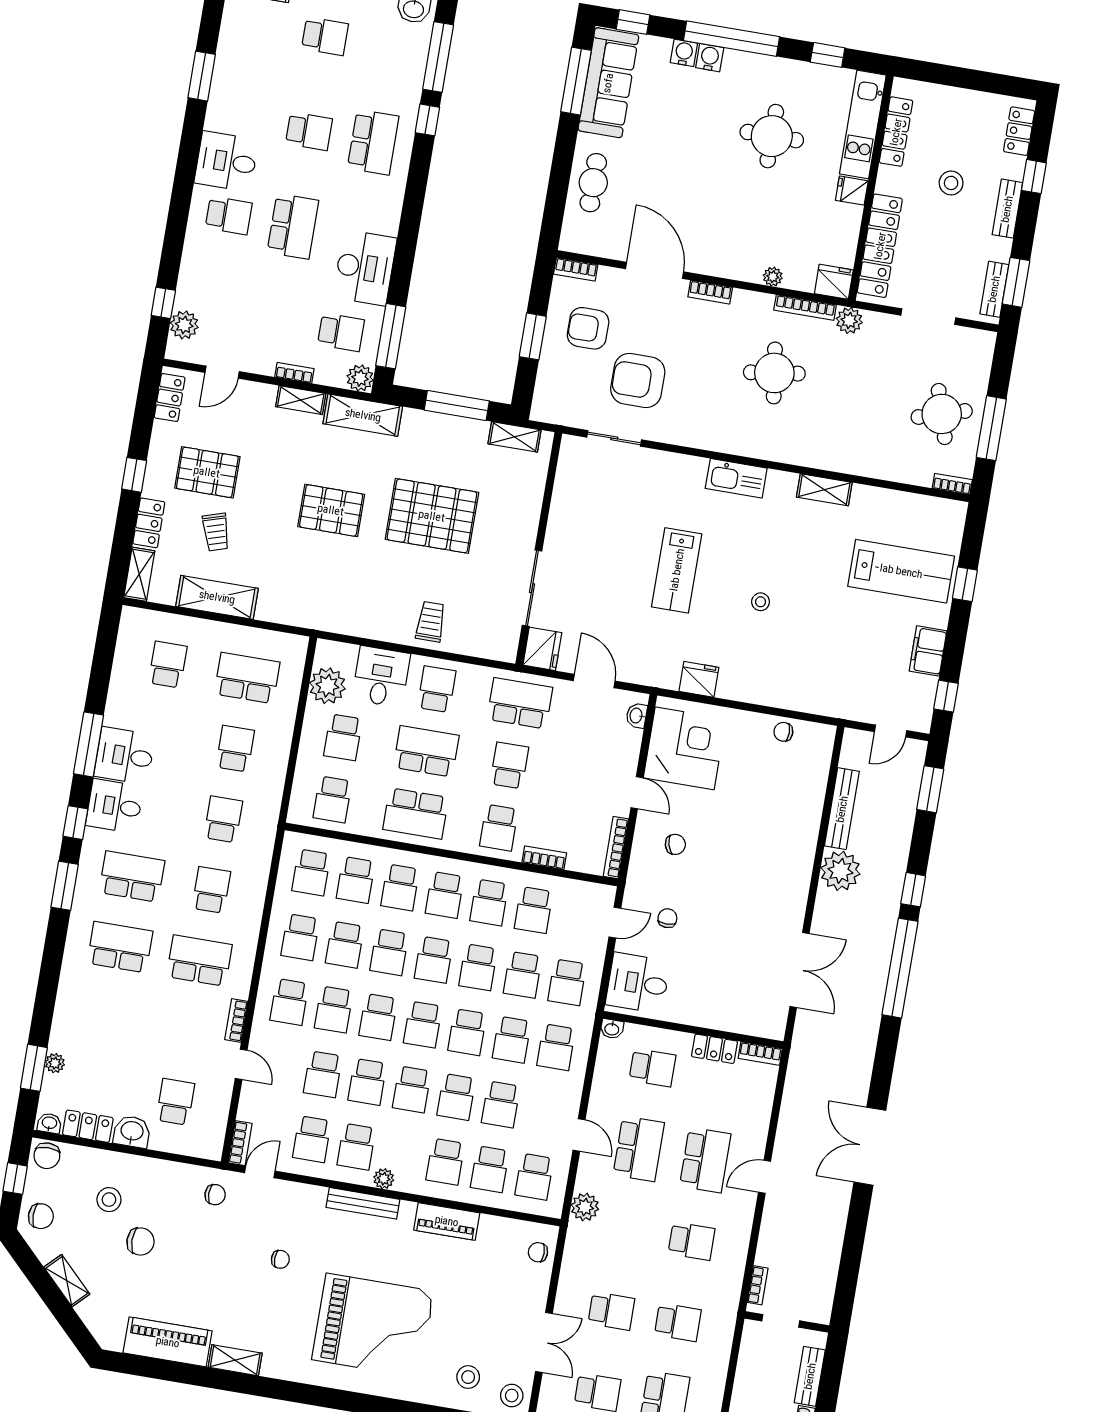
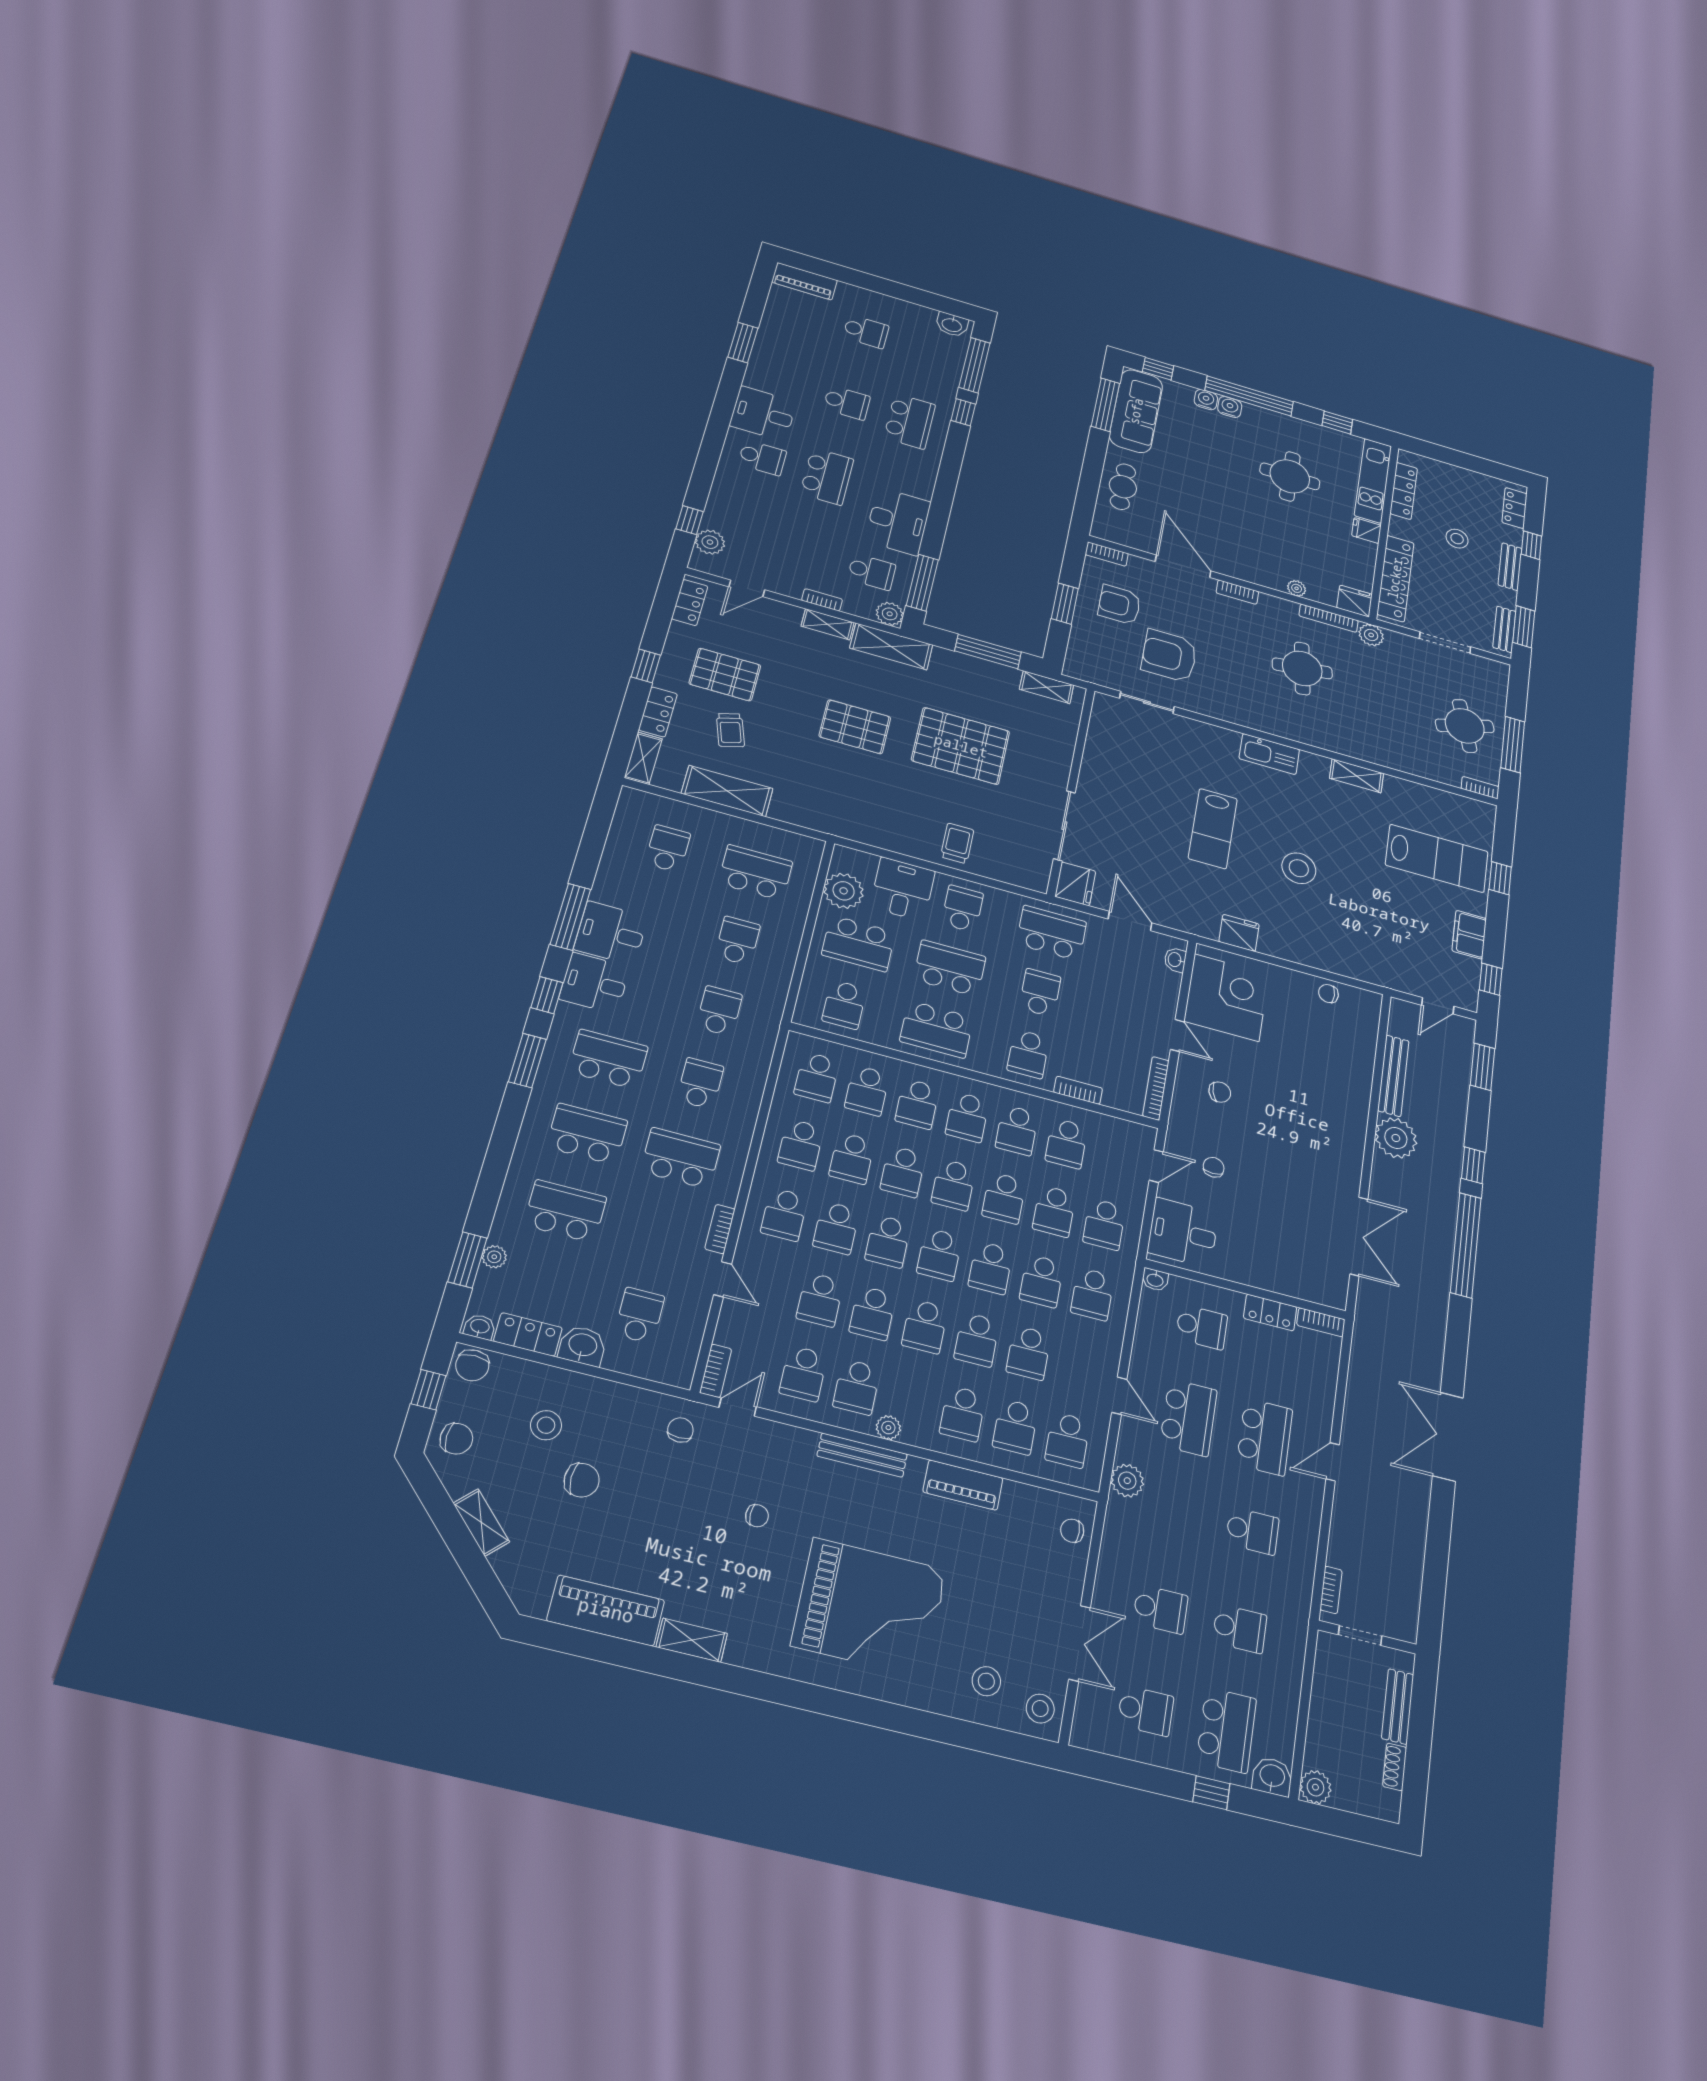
stool: (761, 602) -> (1299, 868), width x1.89, depth x1.89
school desk: (343, 737) -> (859, 943), width x1.85
school desk: (108, 1018) -> (565, 1211), added
chair: (215, 1195) -> (680, 1430), turned -90

